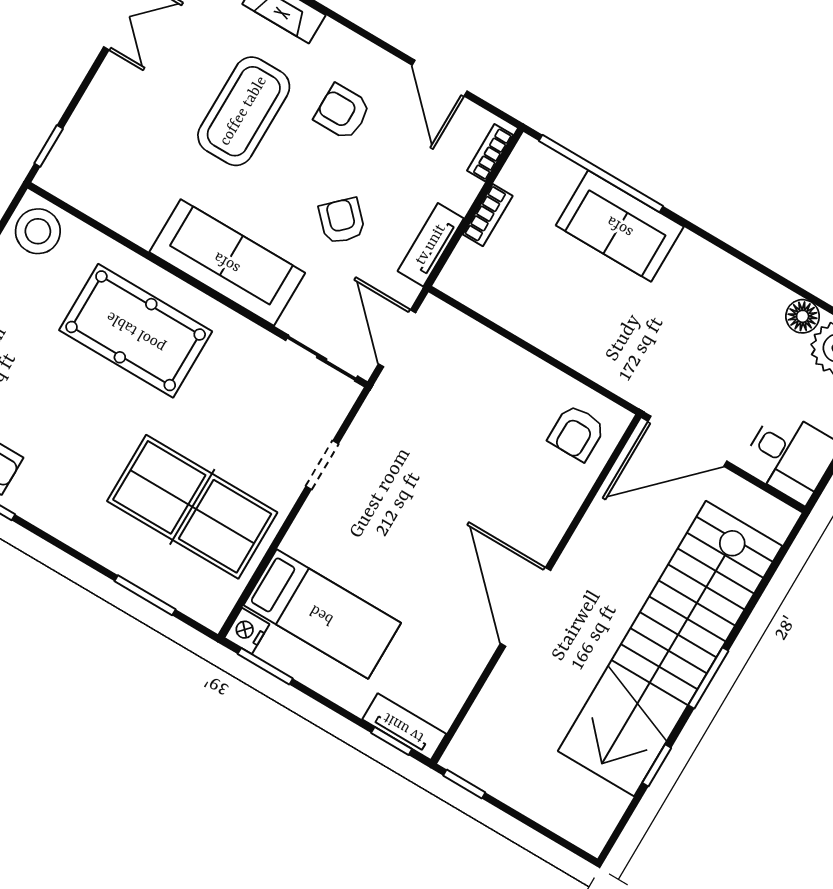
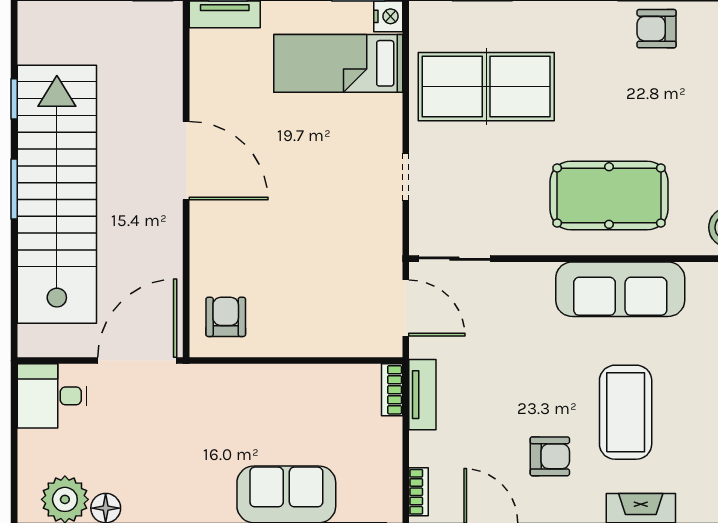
bookcase: (488, 215) -> (392, 390), moved
armchair: (342, 221) -> (501, 373), removed
sofa: (227, 262) -> (620, 289), moved

